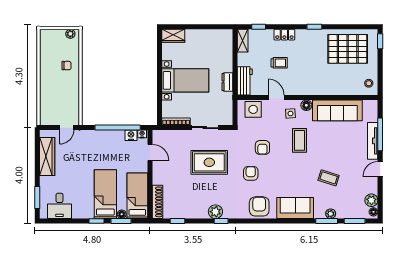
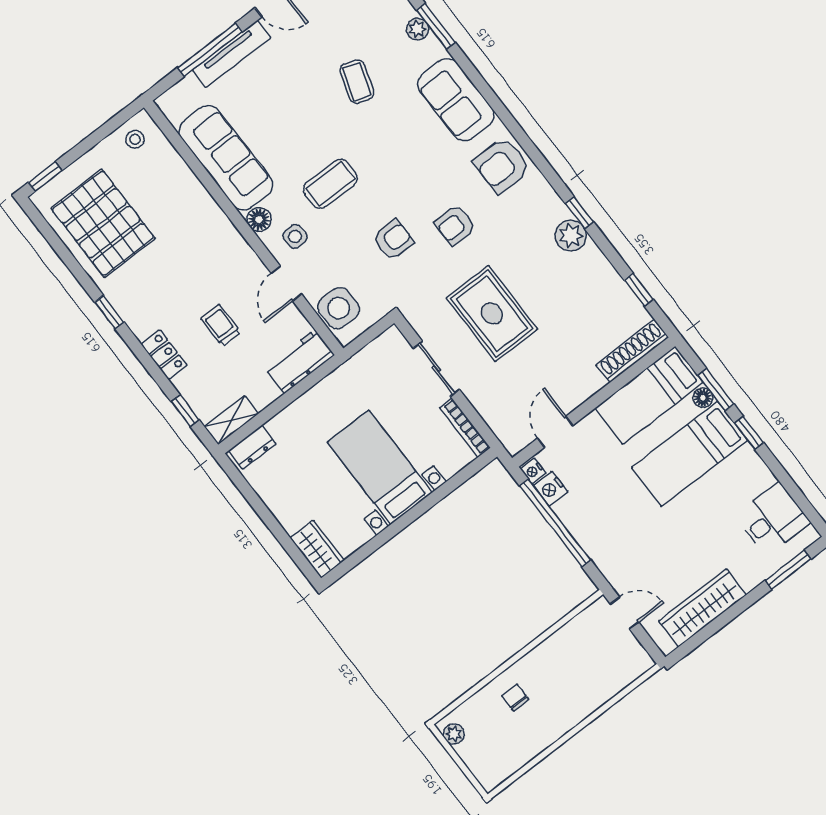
dresser: (227, 82) -> (252, 447), moved

